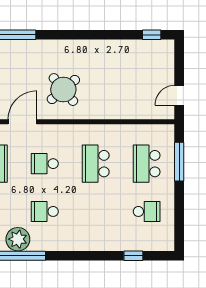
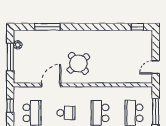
school desk: (45, 164) -> (66, 113), turned 180

